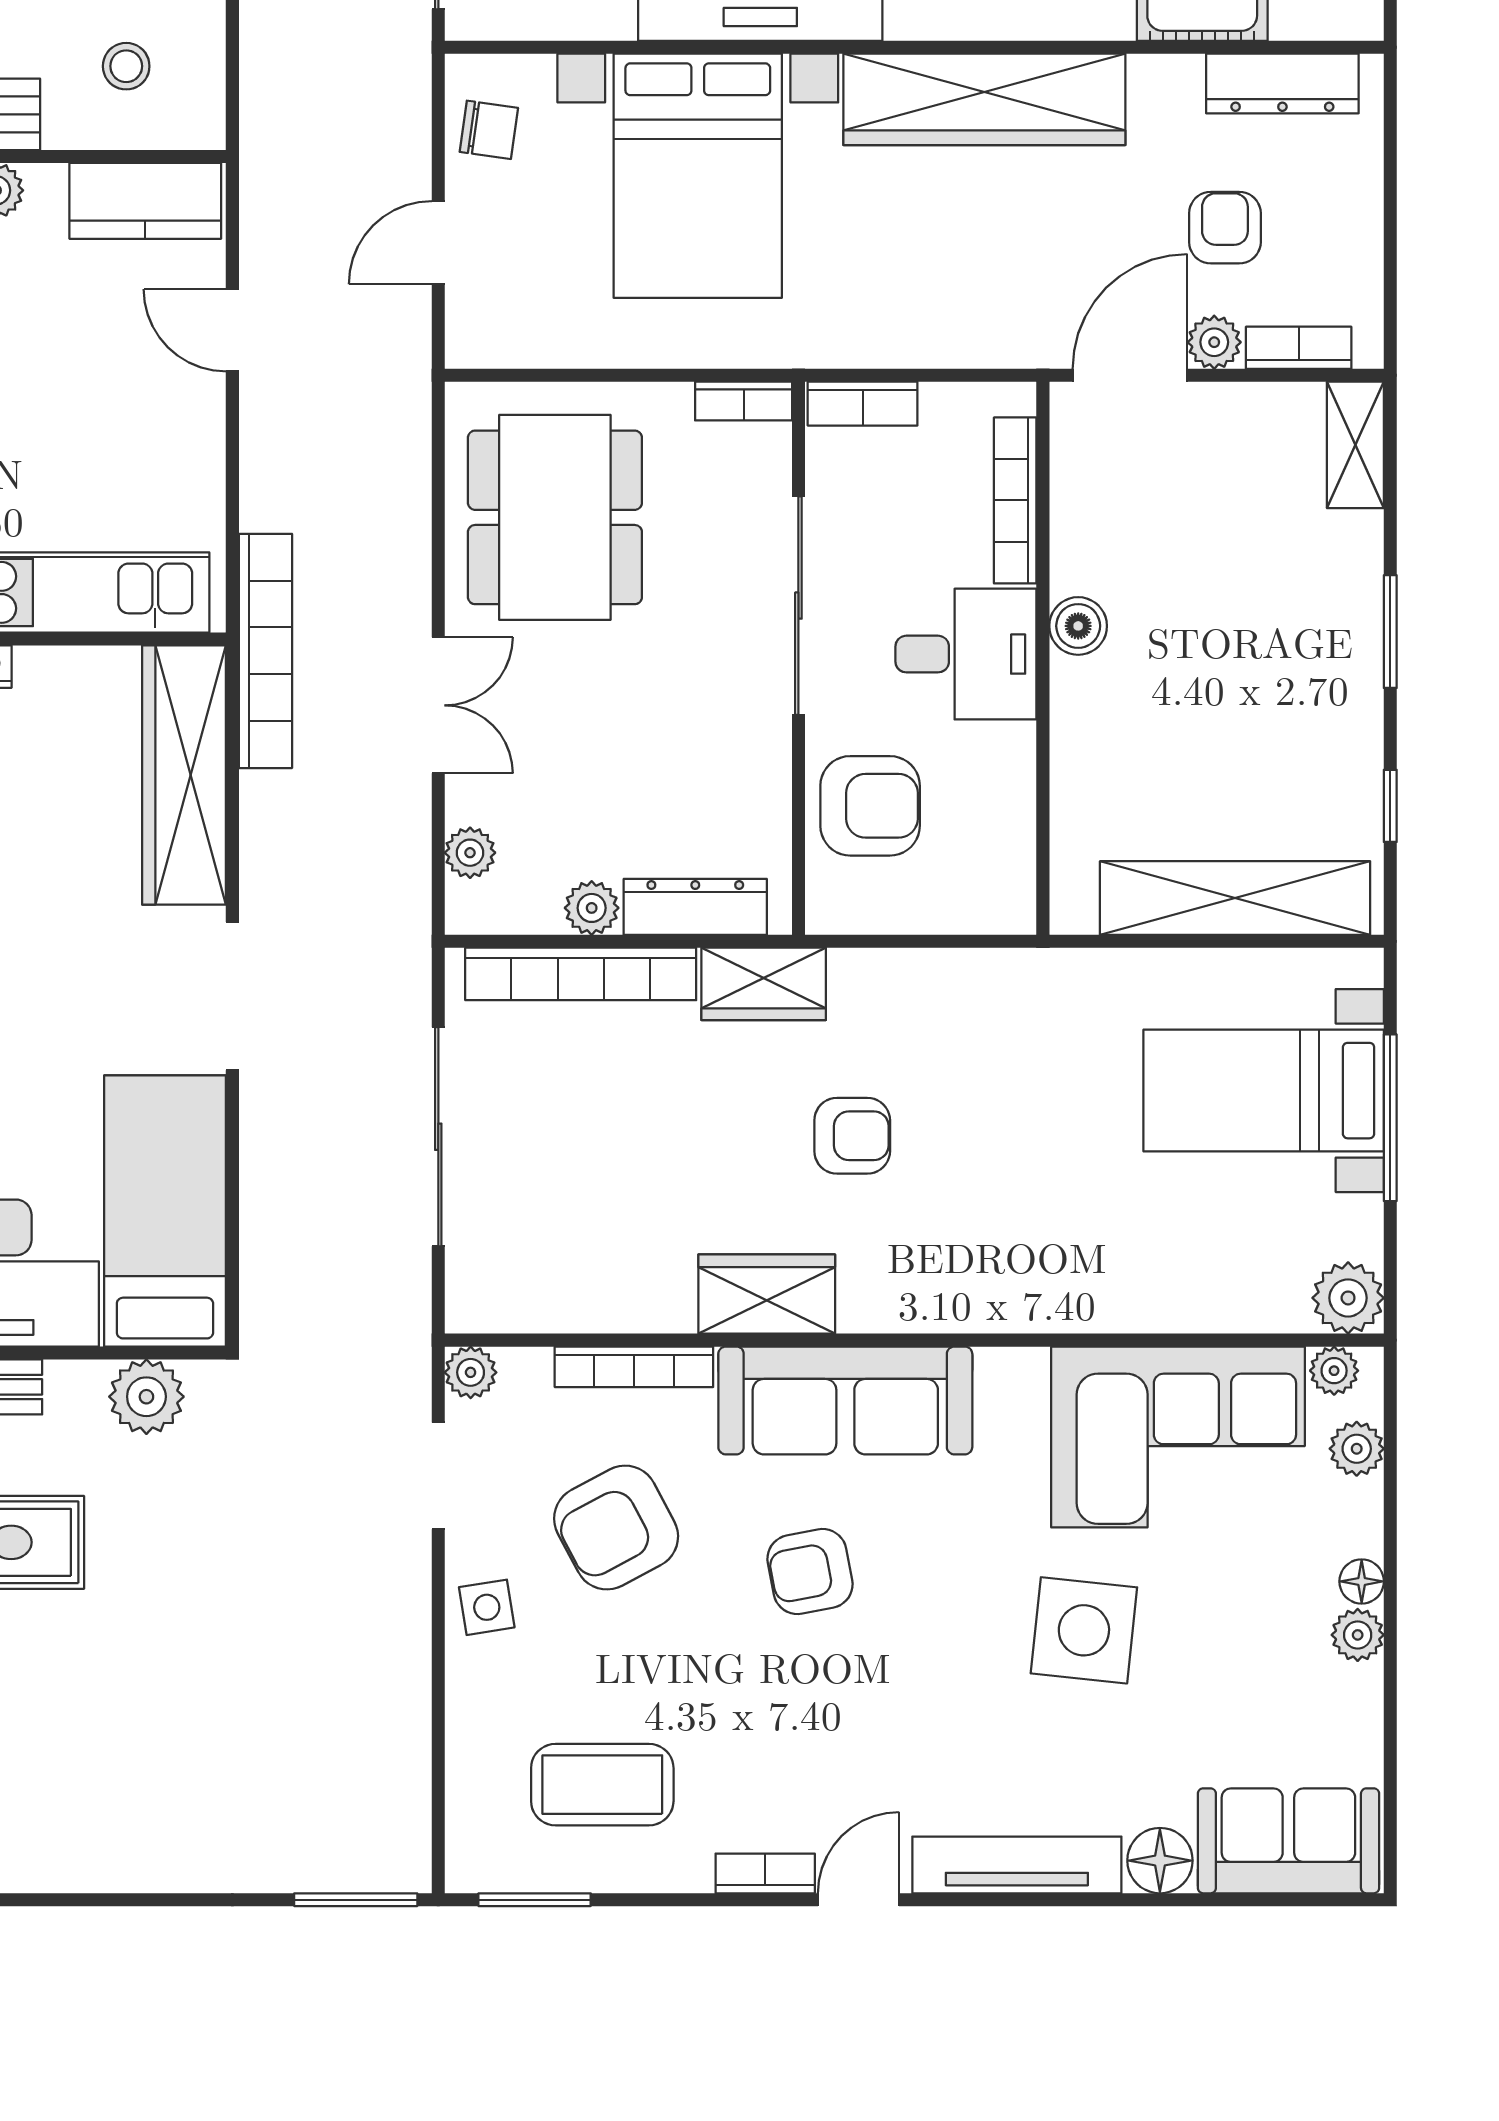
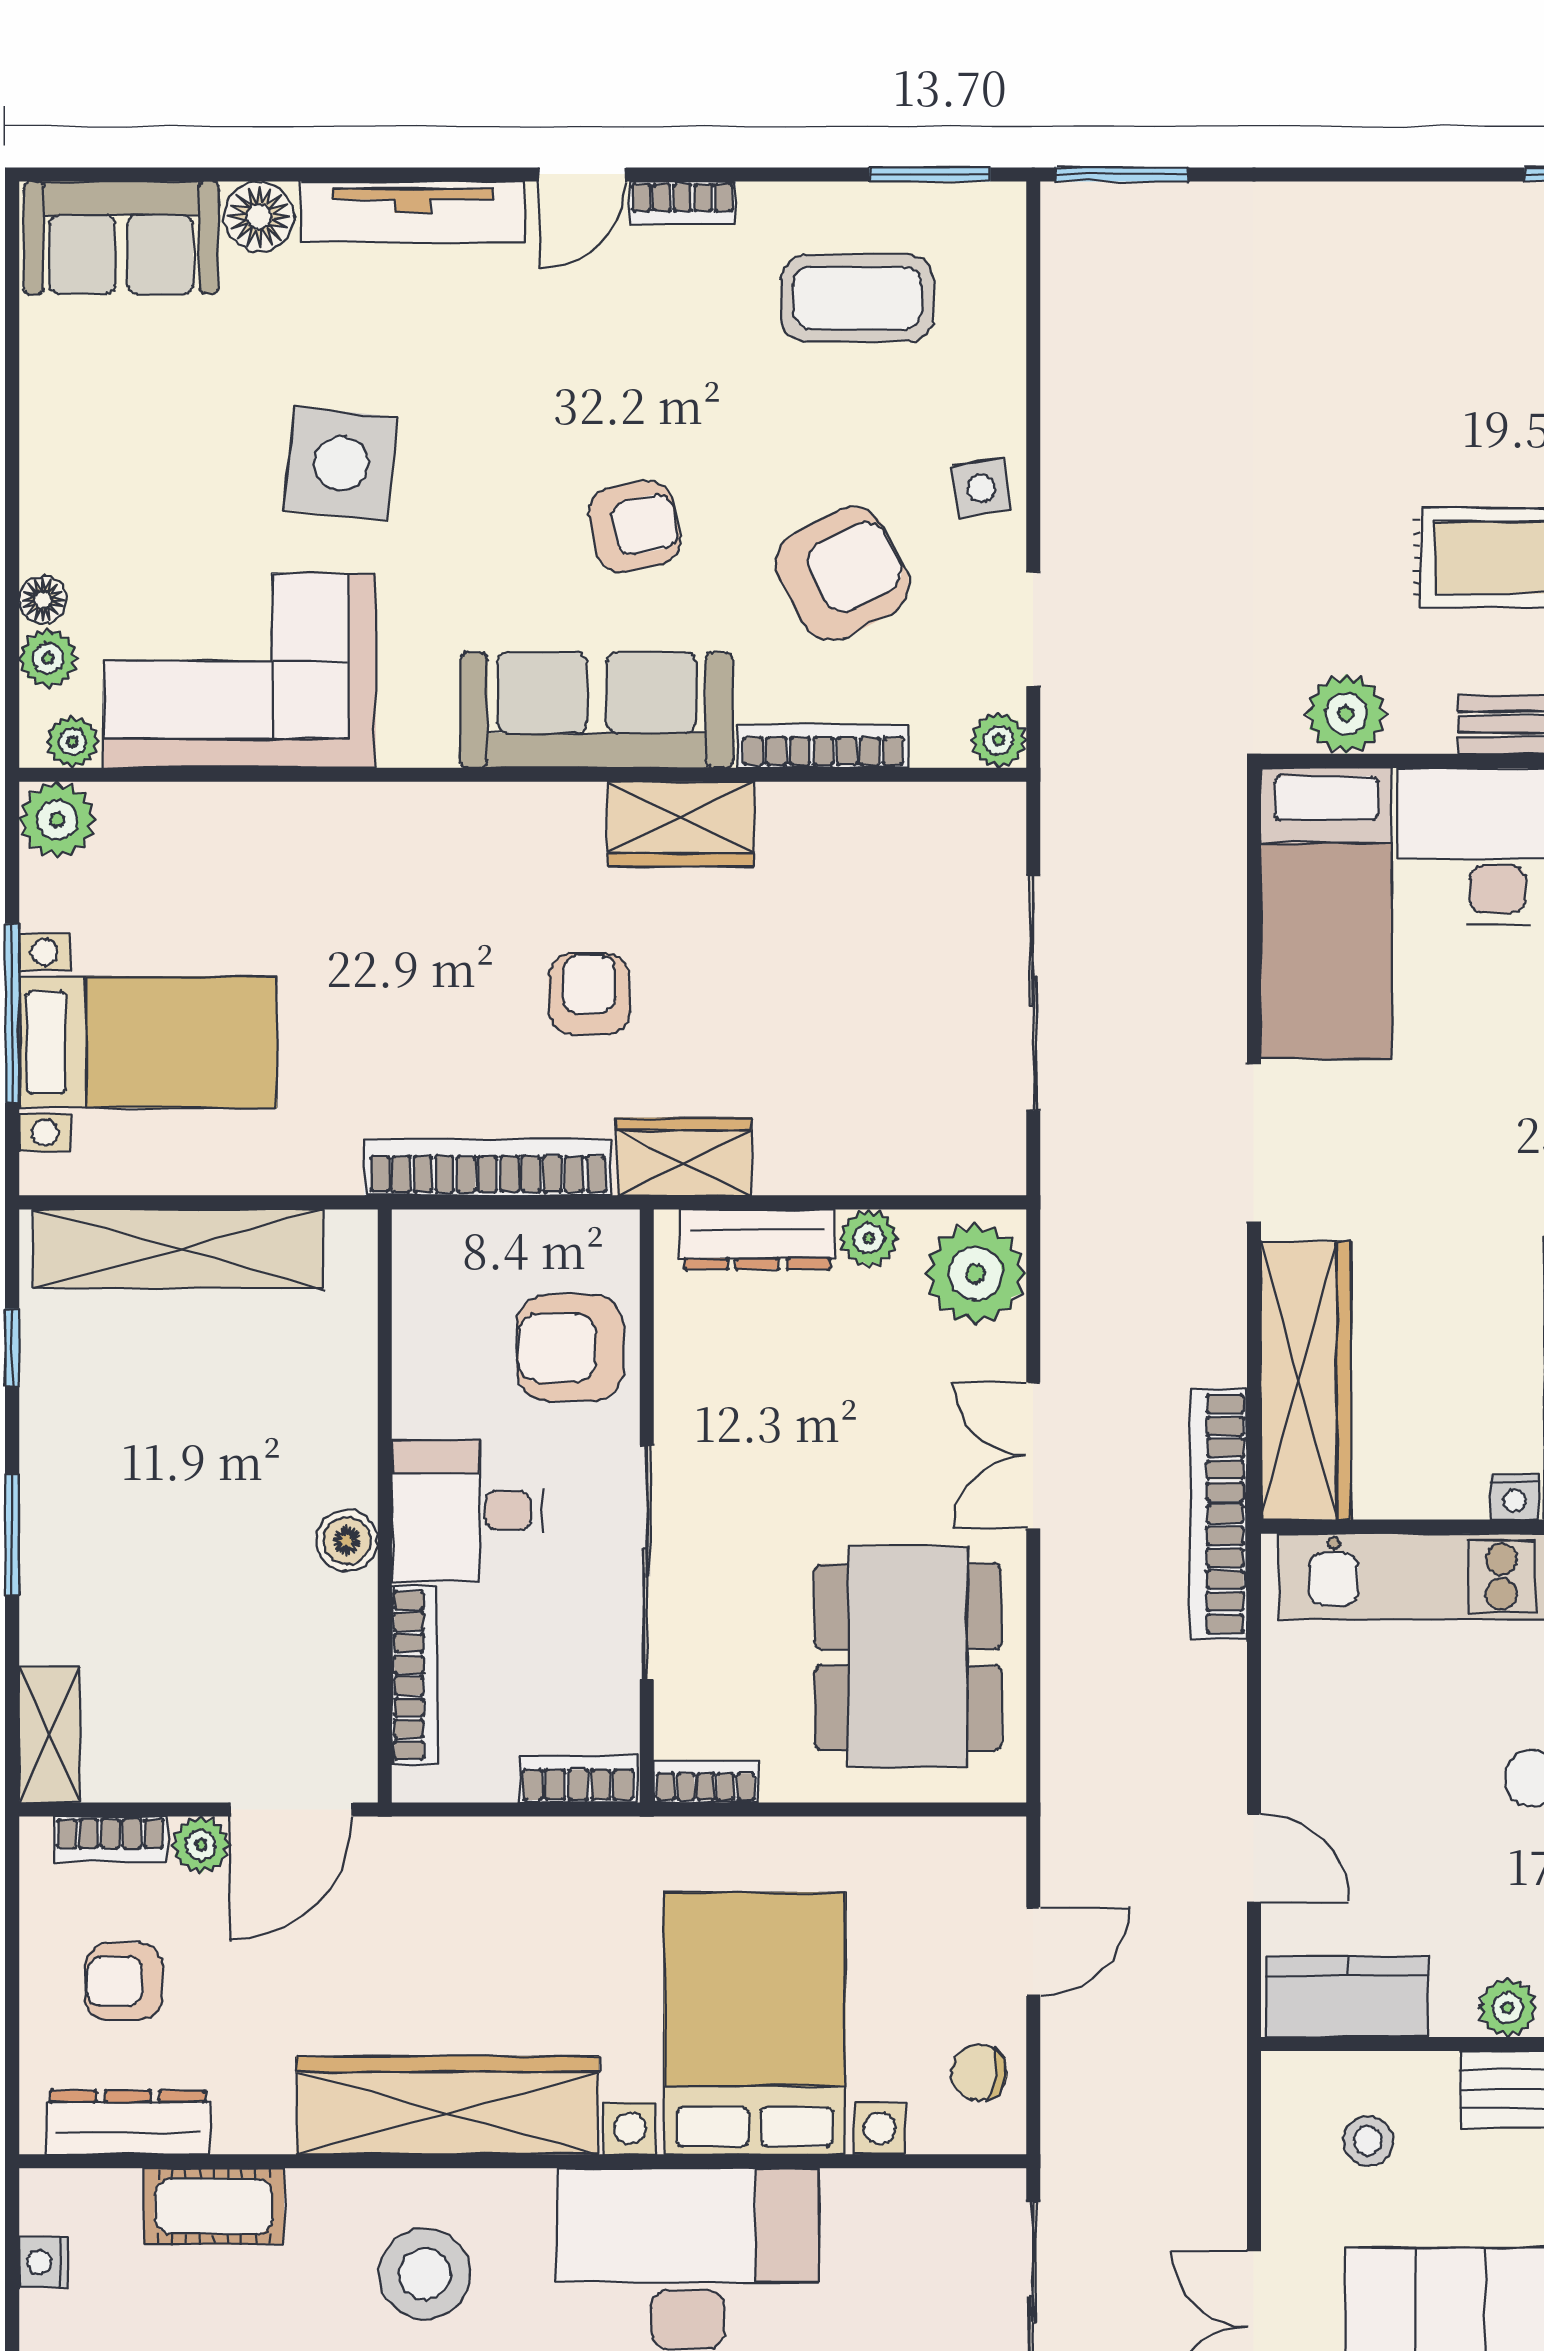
armchair: (1225, 228) -> (124, 1982), moved, turned 90
plant: (470, 853) -> (975, 1274), width x1.87, depth x1.87
bookcase: (581, 974) -> (488, 1167), moved
armchair: (852, 1136) -> (589, 994), turned 90
floor lamp: (1362, 1581) -> (43, 600), moved
plant: (1358, 1635) -> (47, 458), removed

